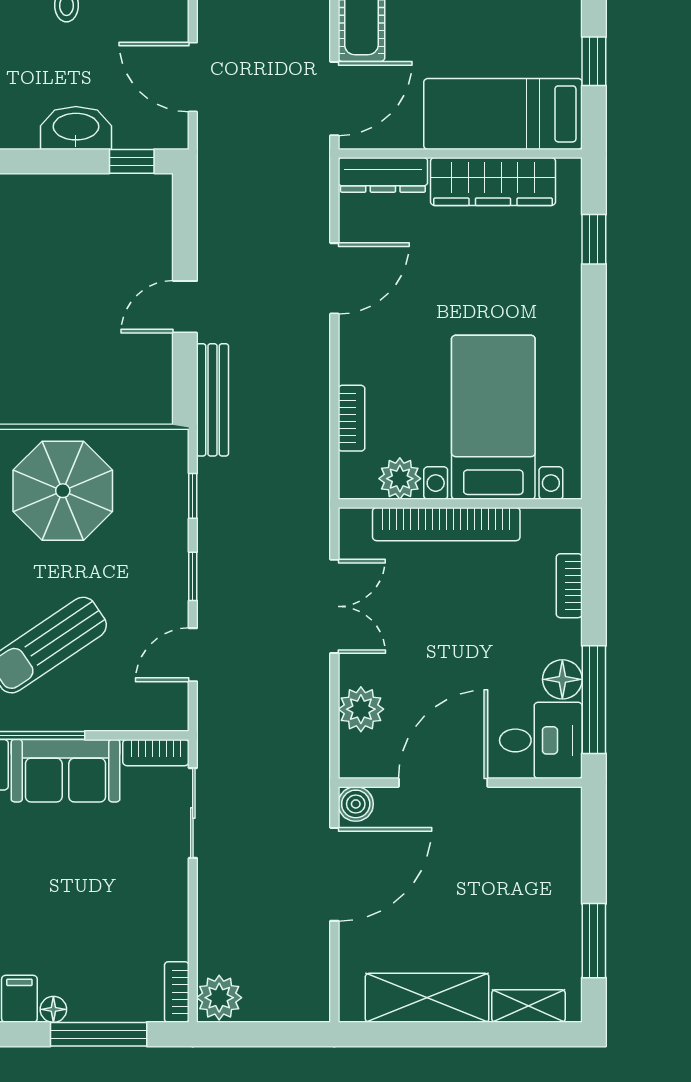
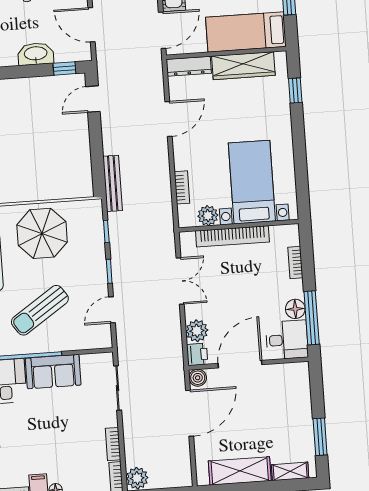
door: (185, 307) -> (93, 99), moved
bookcase: (156, 753) -> (113, 444), moved, turned 90
printer: (358, 757) -> (197, 354), added

